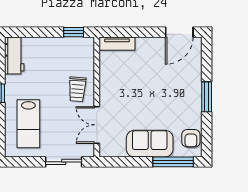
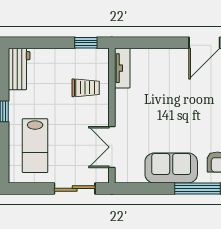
tv unit: (117, 44) -> (122, 68), moved, turned -90
trolley: (77, 89) -> (86, 88), moved, turned -94

